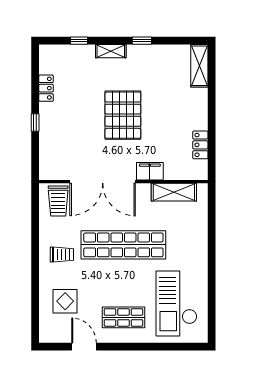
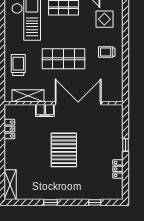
shelving: (111, 51) -> (72, 195), removed
trolley: (58, 201) -> (18, 65), moved
shop shelf: (123, 245) -> (63, 59), width x0.71

